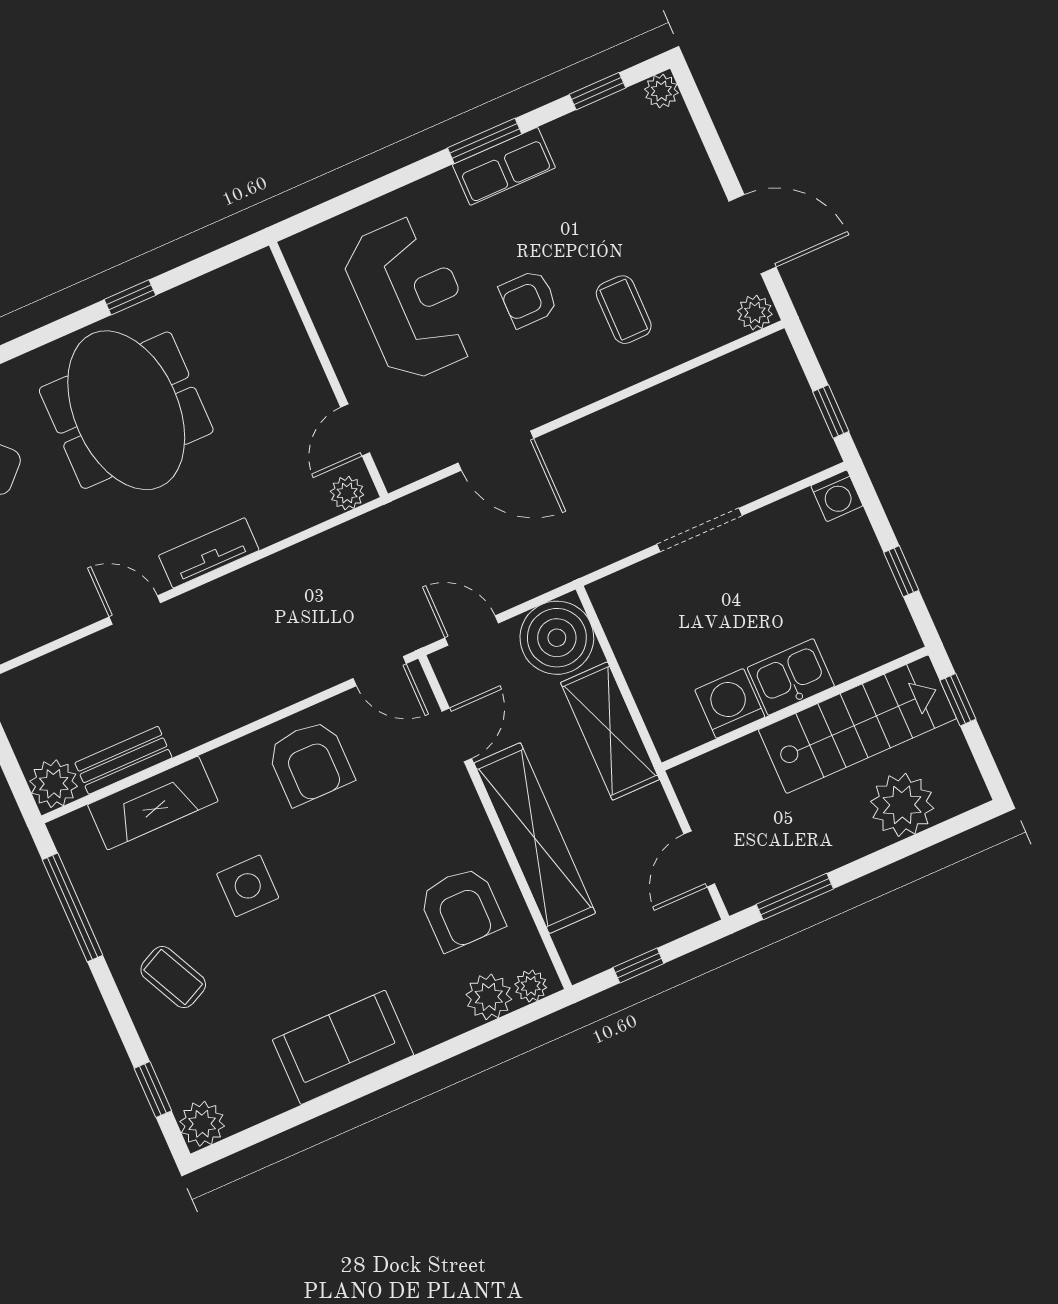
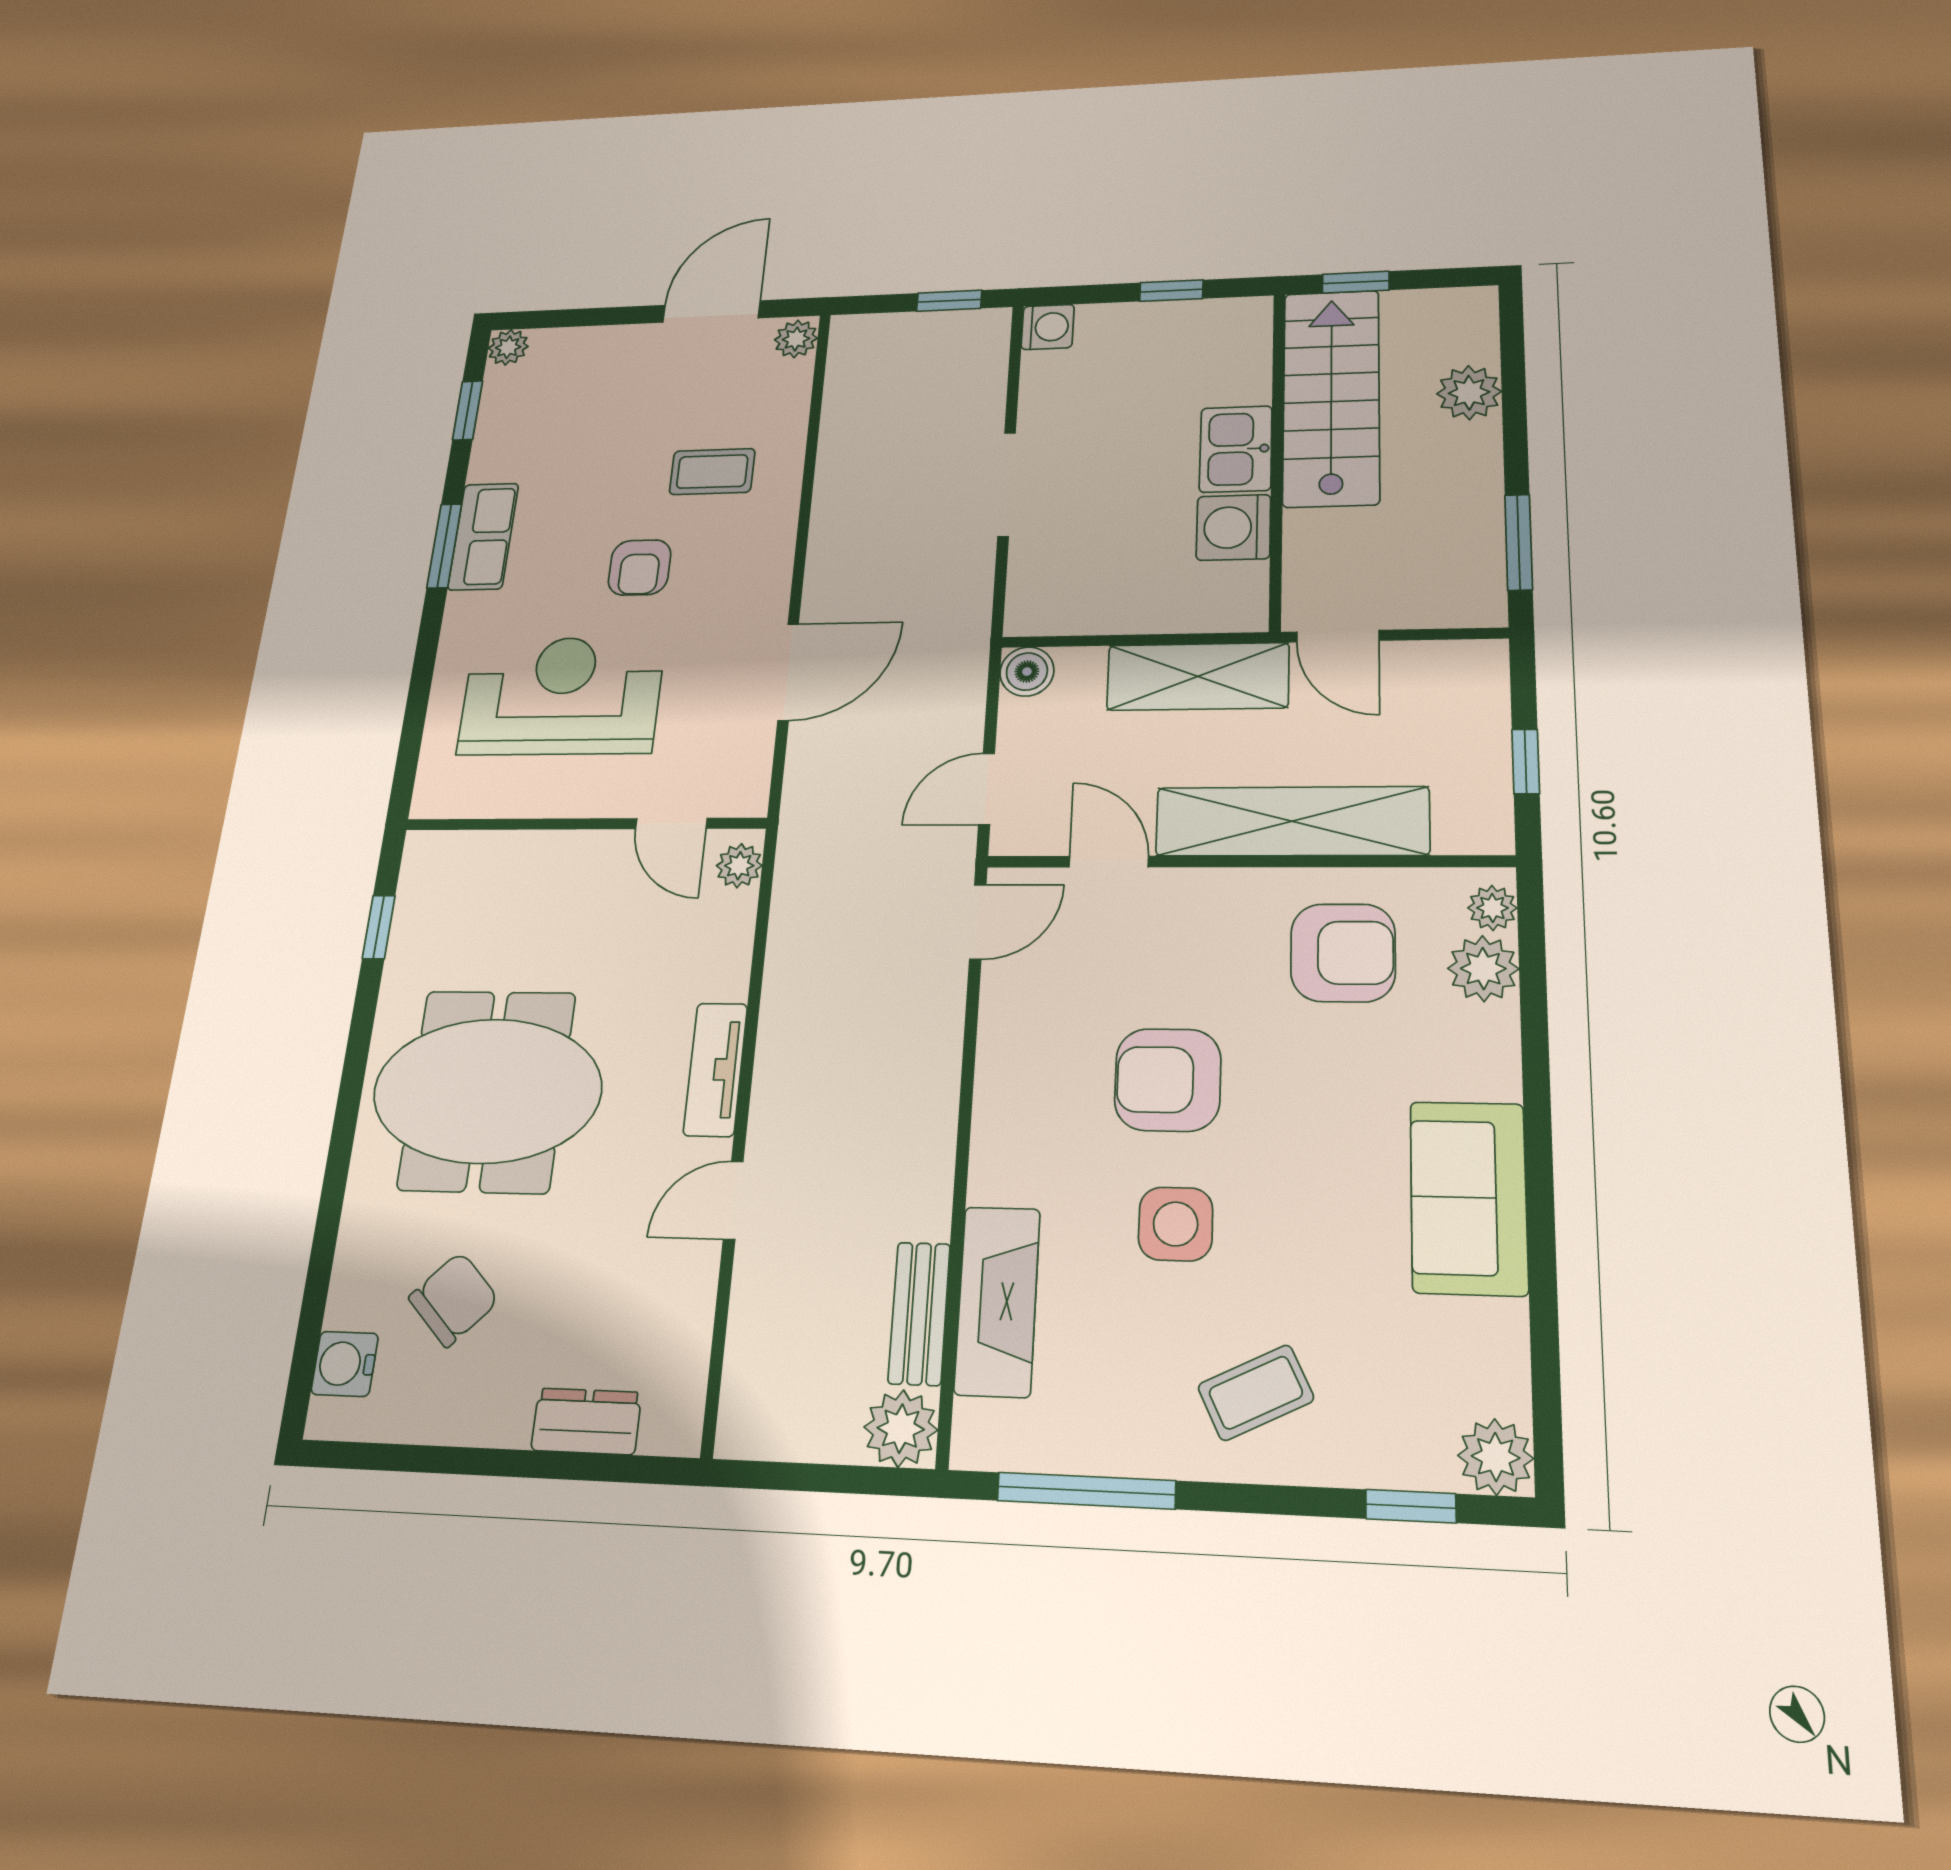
window: (130, 297) -> (379, 927), moved
boiler: (557, 638) -> (1027, 672), width x0.54, depth x0.54
armchair: (310, 762) -> (1168, 1080), moved, turned 180
plant: (902, 805) -> (1469, 393), width x0.73, depth x0.73
door: (699, 859) -> (1338, 636), moved

